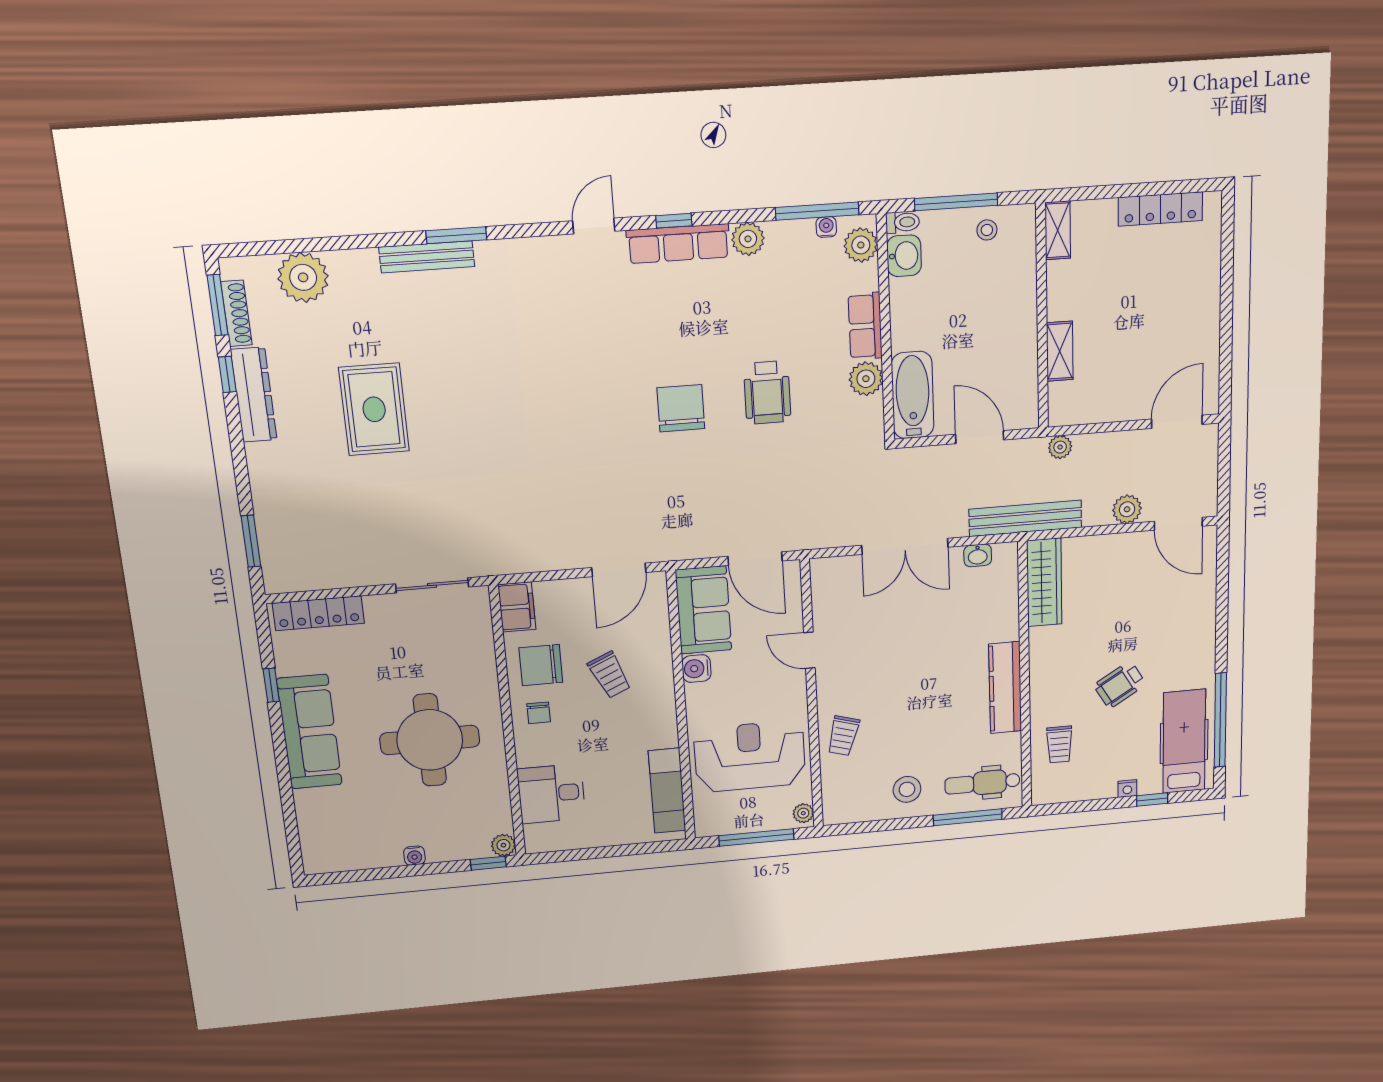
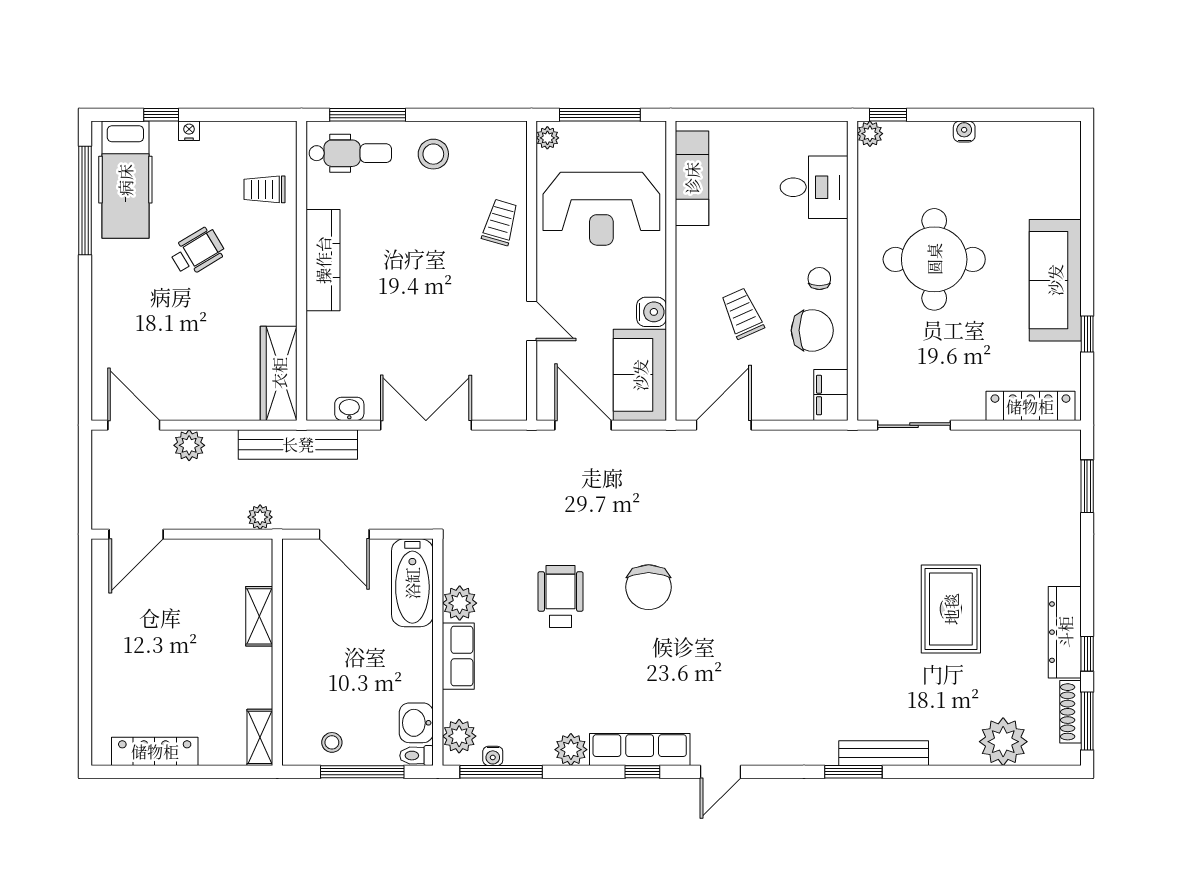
trolley: (1059, 745) -> (265, 189), turned -90

